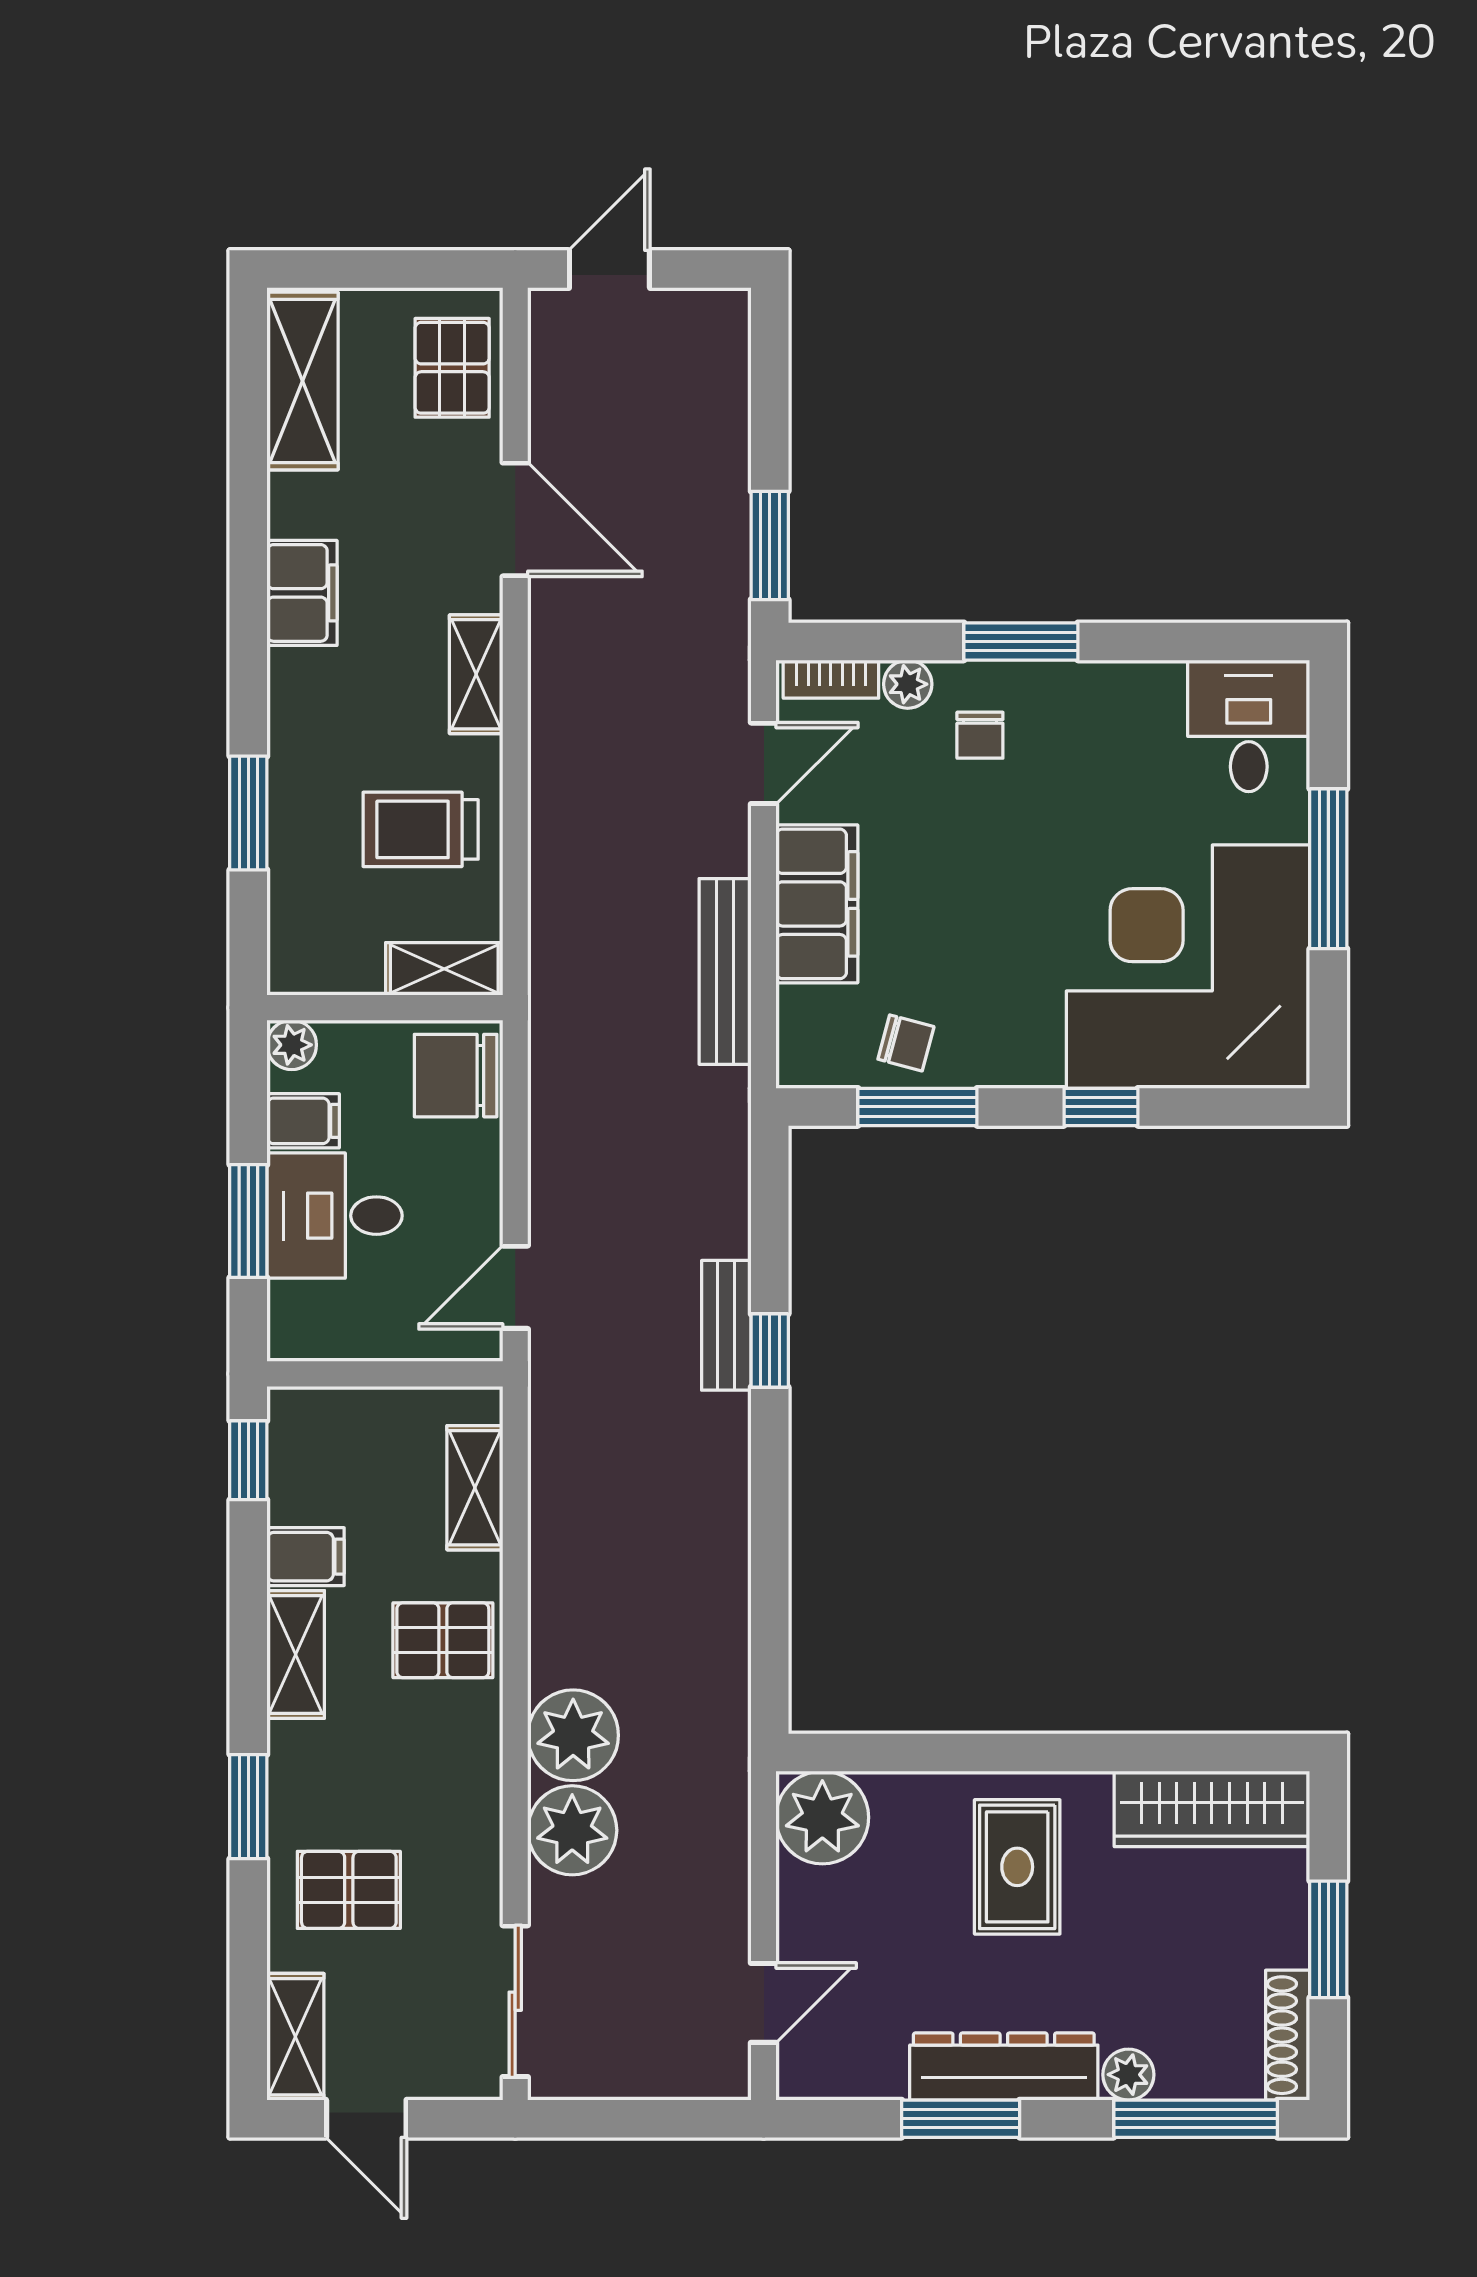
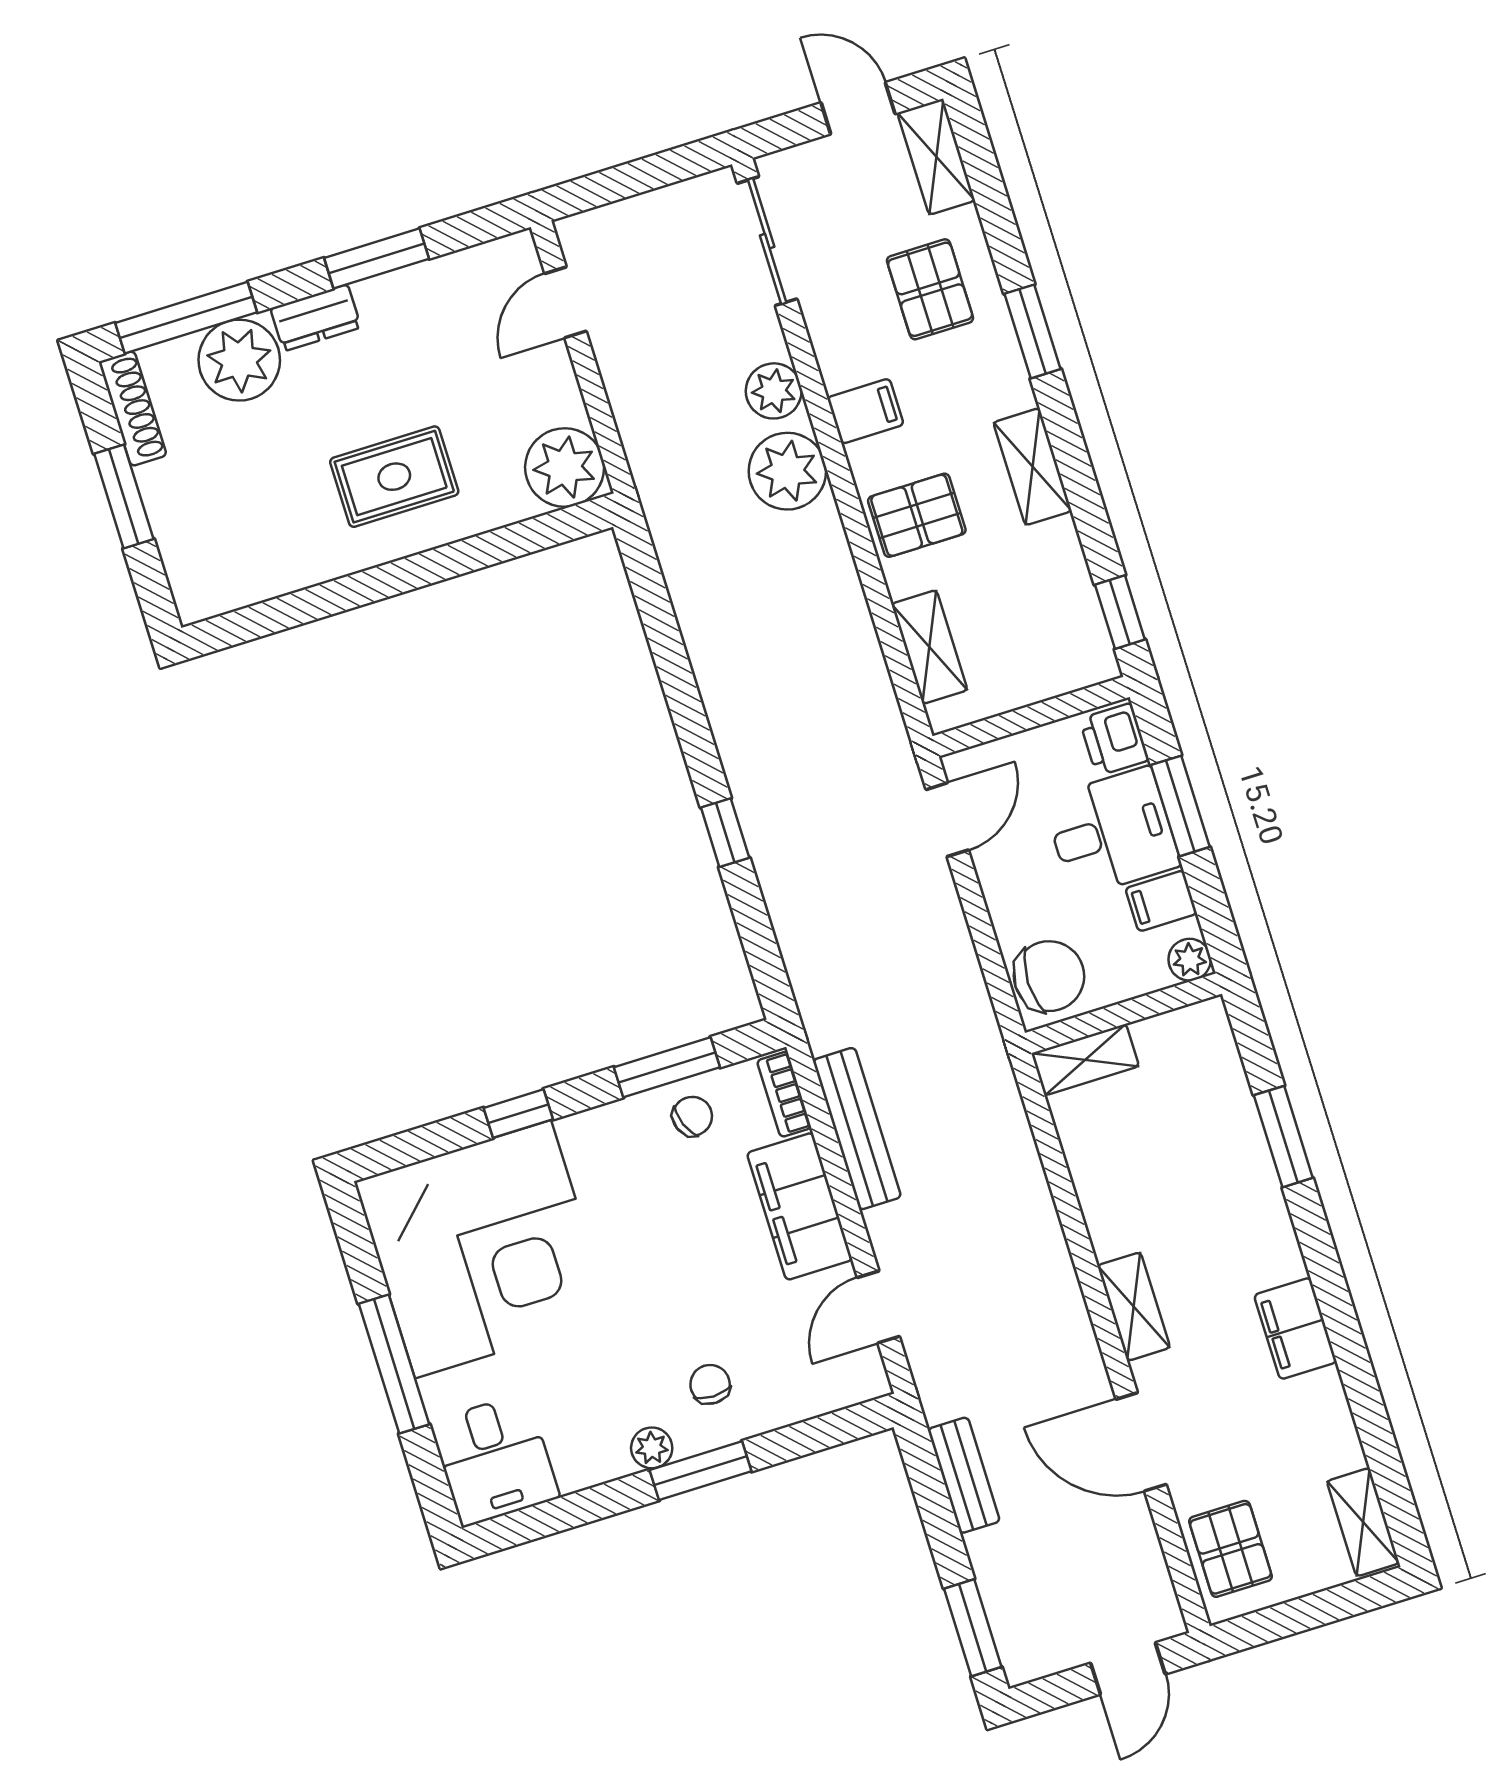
shelving: (303, 381) -> (1363, 1522), width x0.67, depth x0.75
window: (770, 545) -> (973, 1628), moved
bookcase: (831, 679) -> (784, 1094), moved, turned -90
plant: (908, 684) -> (652, 1448), moved
trolley: (421, 829) -> (1140, 1167), removed
chair: (906, 1043) -> (692, 1116), turned 144
printer: (300, 1319) -> (1114, 739), added
bench: (726, 1325) -> (964, 1475), moved
filing cabinet: (306, 1557) -> (865, 411), moved, turned 180
wardrobe: (1212, 1809) -> (251, 573), removed
plant: (572, 1830) -> (774, 391), width x0.73, depth x0.73
rug: (1017, 1867) -> (394, 477), turned 90
pallet: (349, 1890) -> (930, 289), turned 90
dresser: (1004, 2066) -> (316, 318), width x0.51, depth x0.80
plant: (1128, 2075) -> (239, 360), width x1.88, depth x1.88

